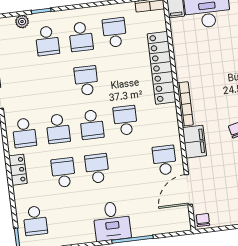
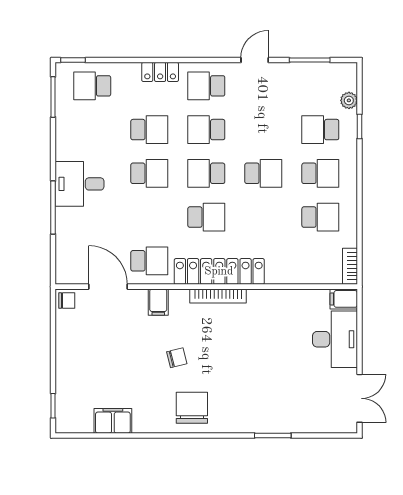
school desk: (81, 37) -> (320, 173), turned 180
locker: (161, 68) -> (219, 271), moved
filing cabinet: (194, 142) -> (158, 302), width x0.50

